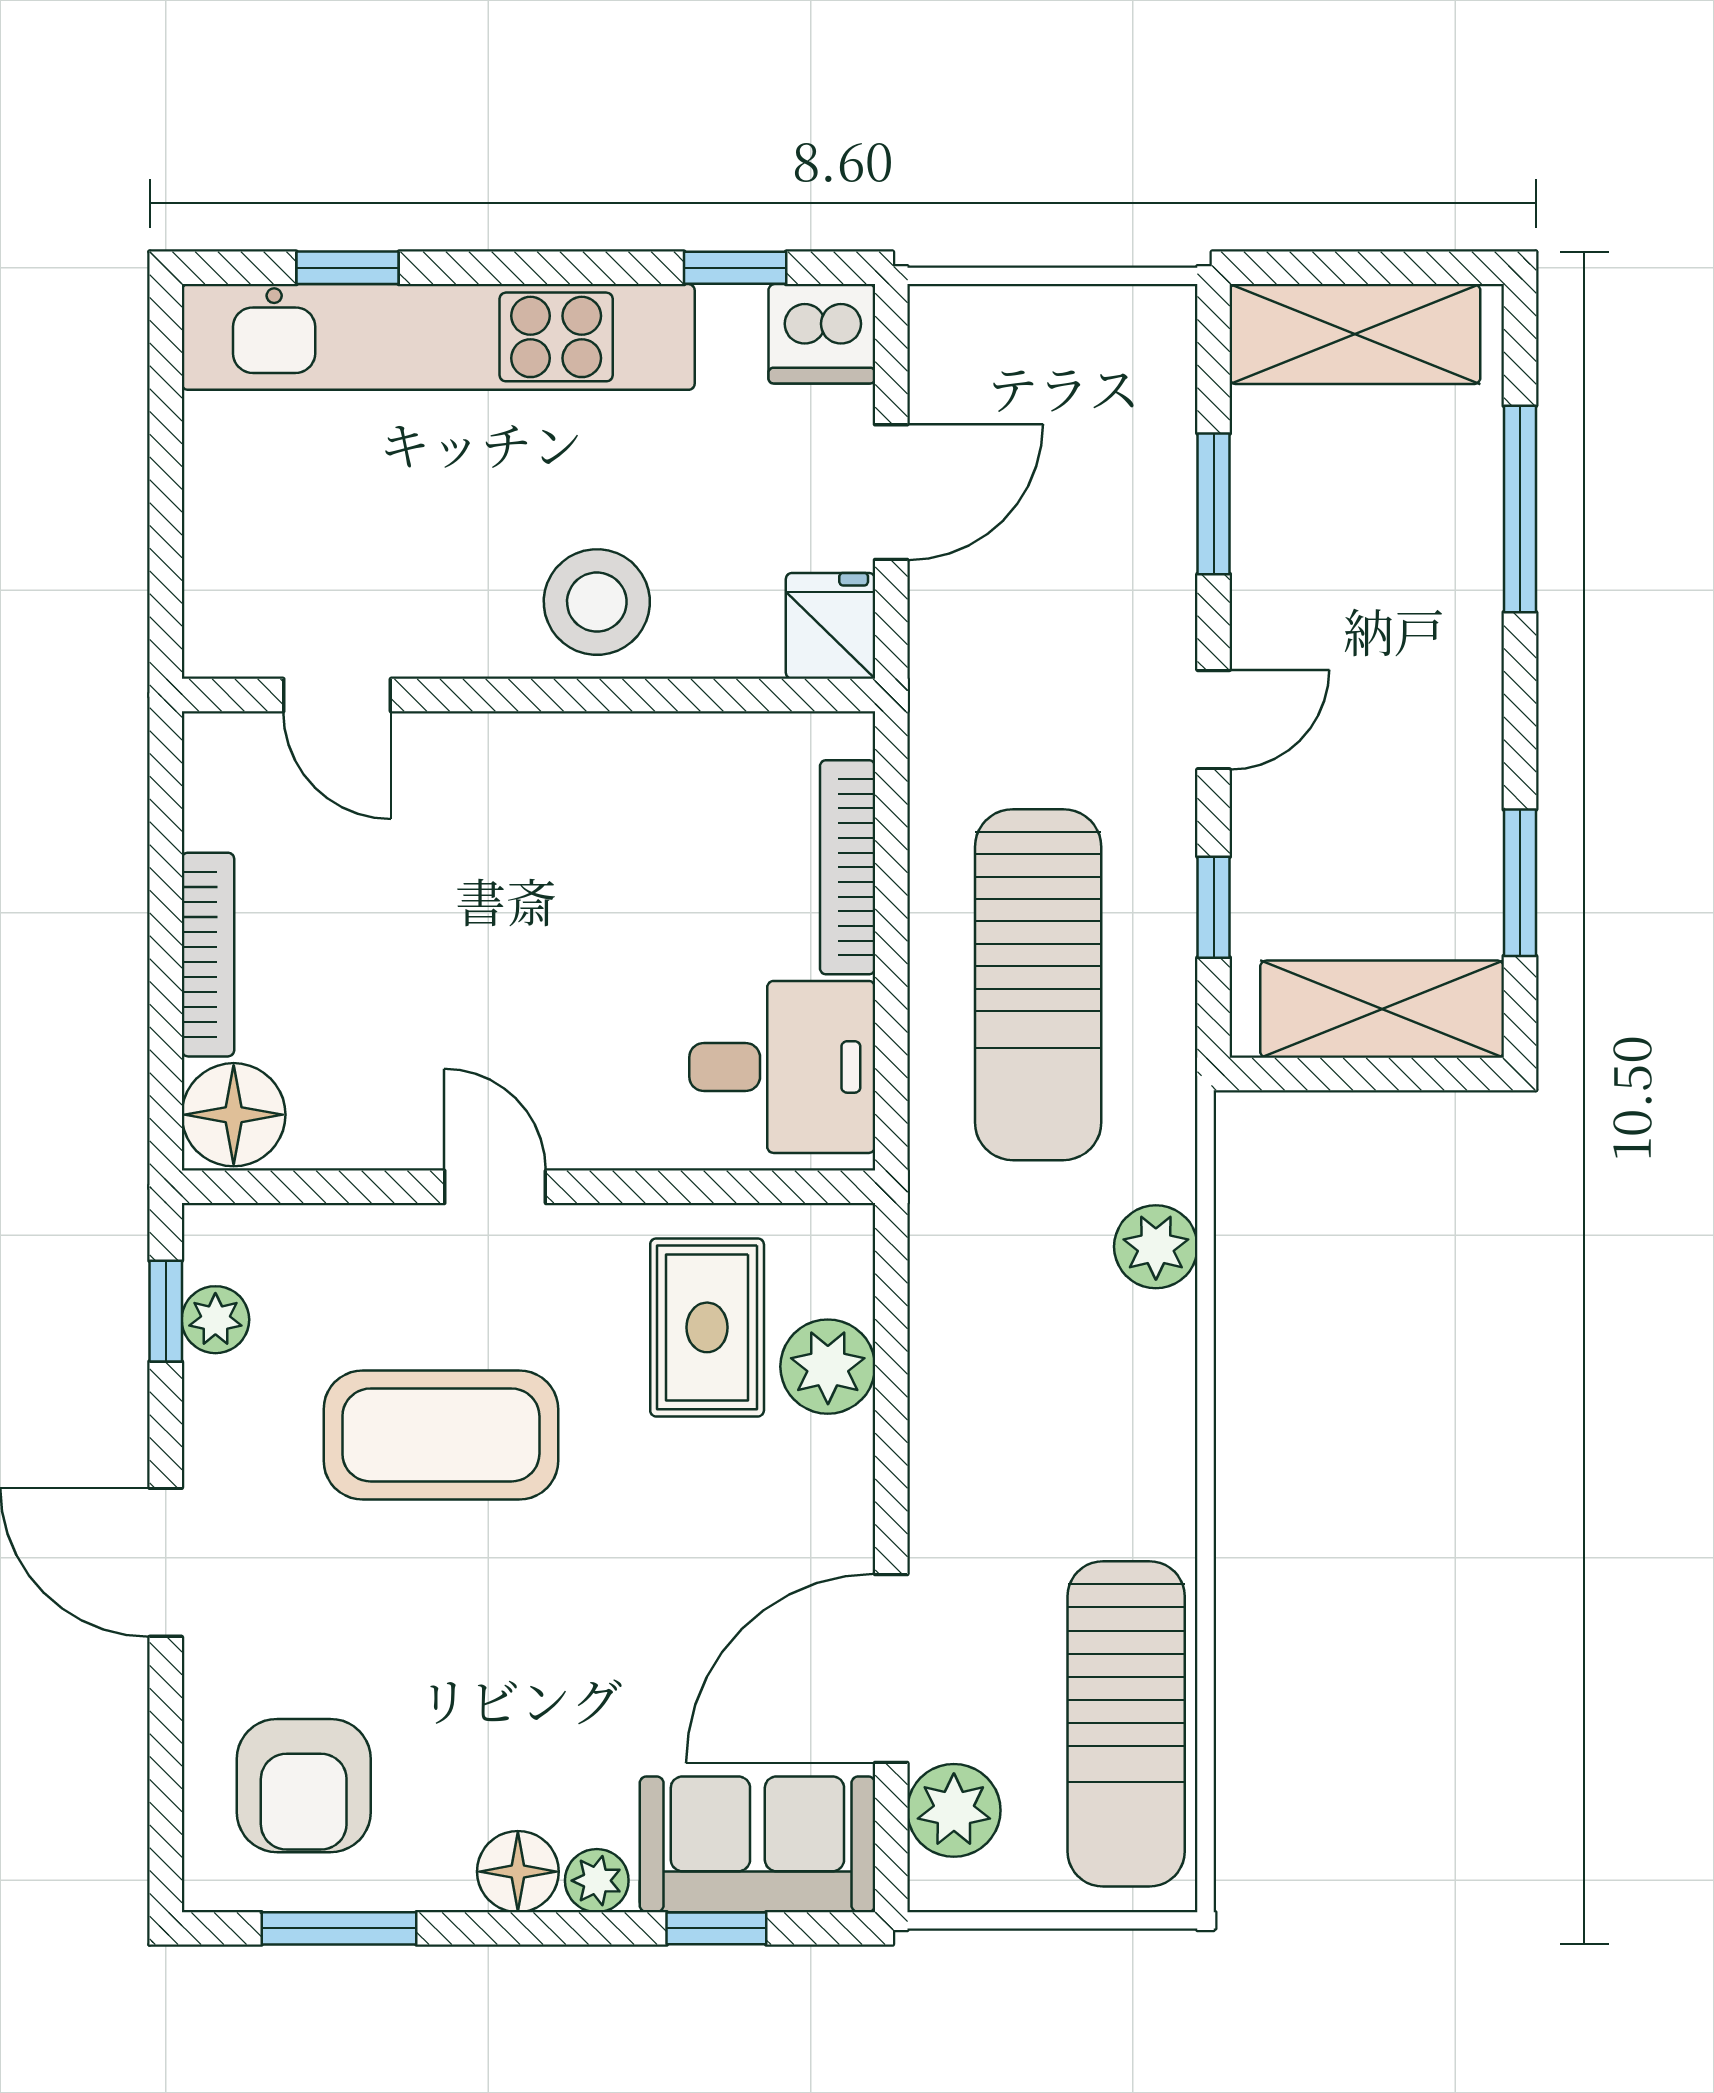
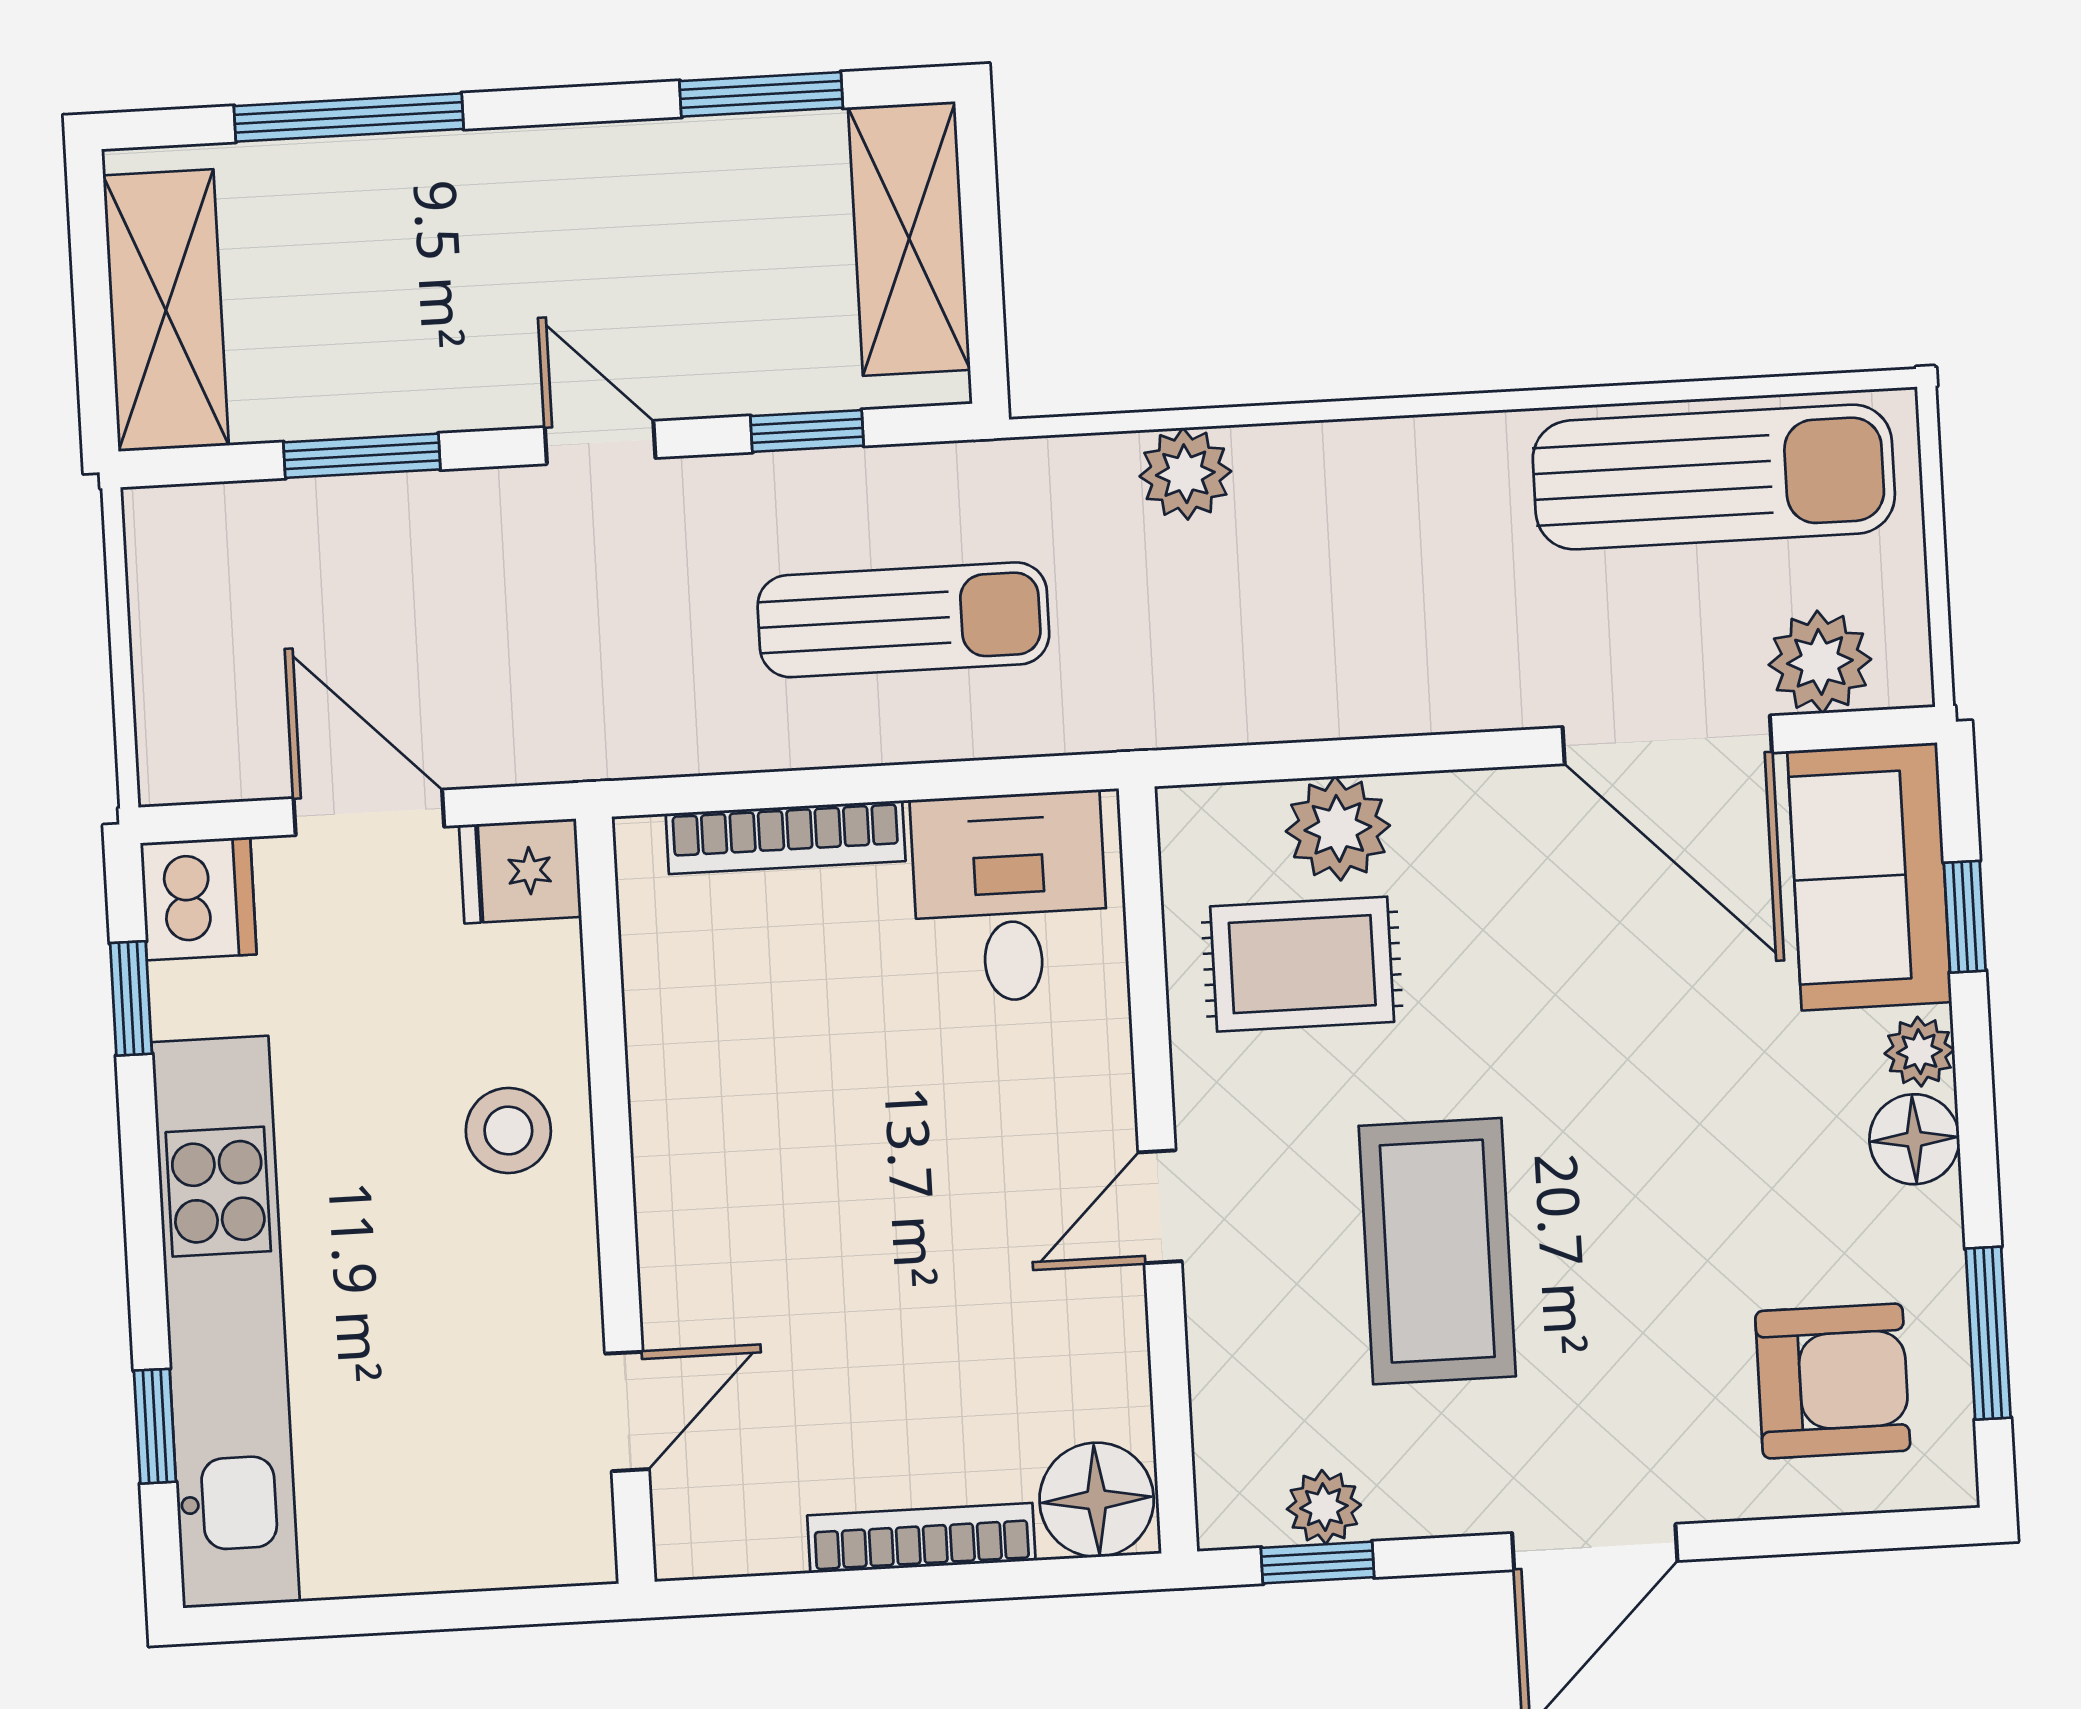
stool: (597, 602) -> (508, 1131), width x0.73, depth x0.73
sun lounger: (1038, 985) -> (903, 620), width x0.73, depth x0.75

